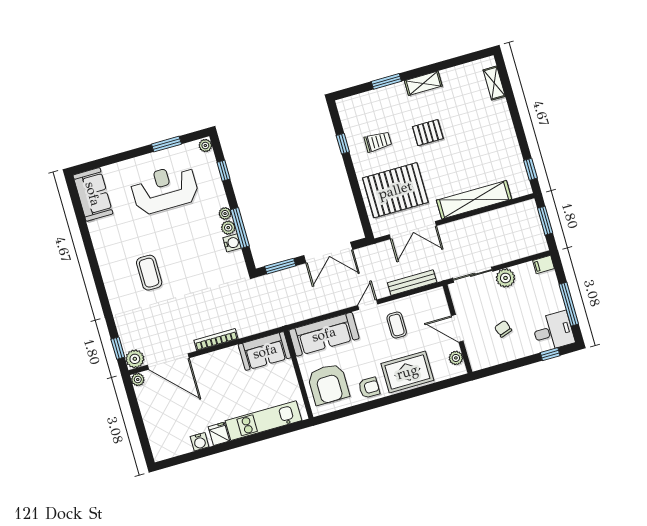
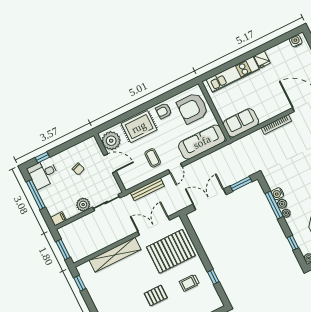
plant: (456, 358) -> (111, 141), width x1.87, depth x1.87
armchair: (328, 384) -> (193, 108), turned -90
water cooler: (200, 442) -> (296, 41), moved

